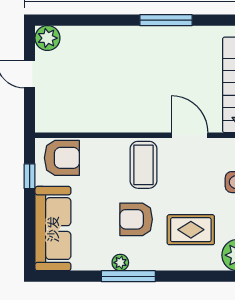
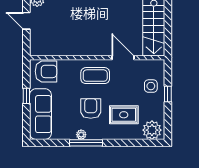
coffee table: (143, 165) -> (95, 76), turned 90
window: (30, 176) -> (26, 96), moved
armchair: (136, 219) -> (91, 108), turned 90

